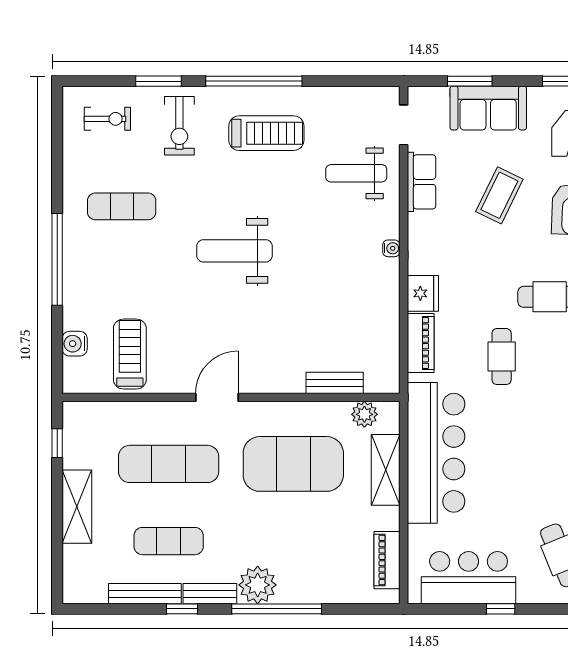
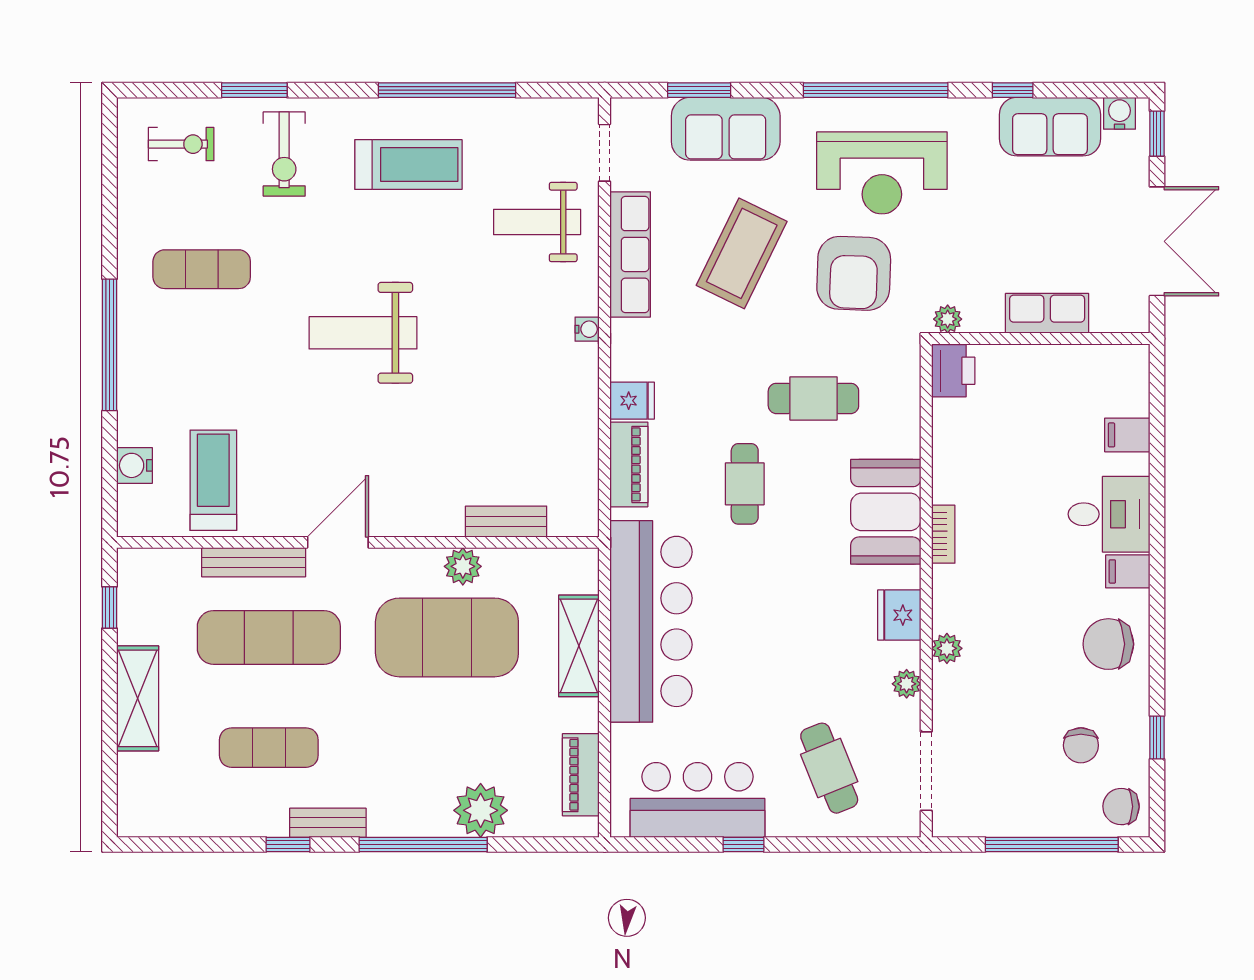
window: (254, 81) -> (447, 90), moved
row of seats: (421, 182) -> (630, 254), width x1.48
coffee table: (499, 195) -> (742, 253), width x1.36, depth x1.32
fridge: (423, 293) -> (632, 401), width x0.72
plant: (364, 414) -> (463, 566), moved
plant: (258, 585) -> (481, 810), moved
bench: (145, 594) -> (254, 562), moved

